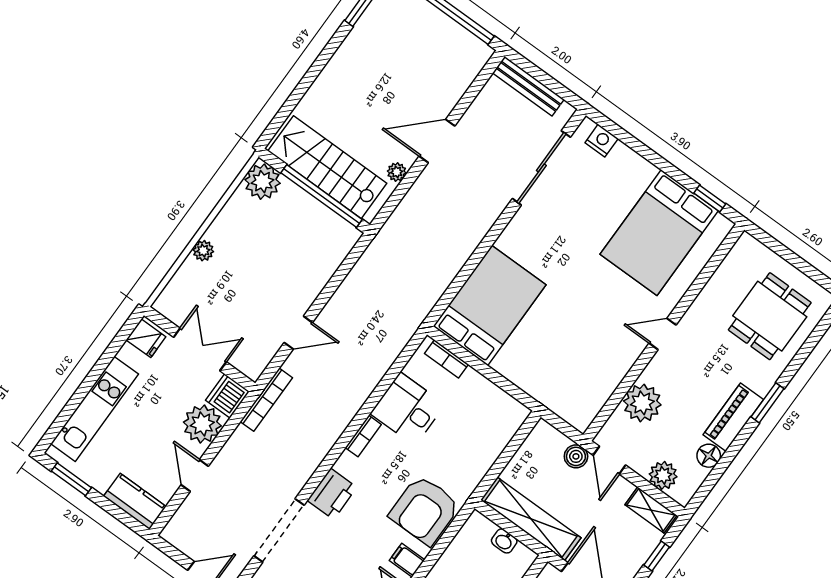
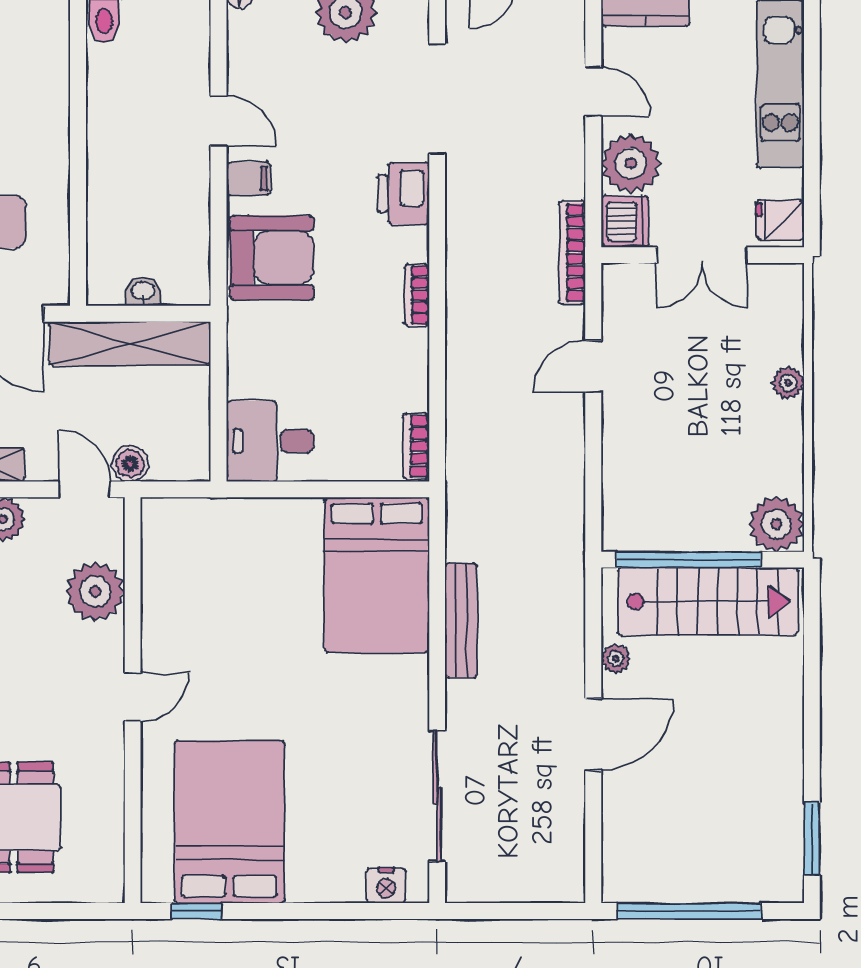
bench: (528, 86) -> (461, 620), moved, turned 90
bookcase: (447, 359) -> (416, 446), moved, turned -90
desk: (408, 409) -> (270, 441), moved, turned 180
armchair: (425, 510) -> (272, 258), turned 90

